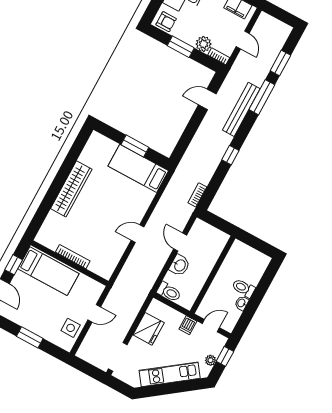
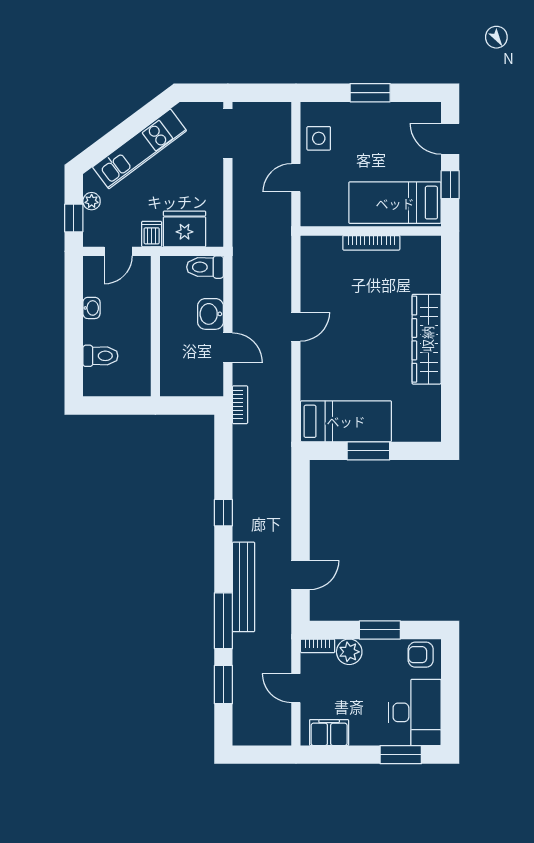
bookcase: (197, 195) -> (240, 405), moved
toilet: (244, 288) -> (100, 356), moved
fridge: (149, 329) -> (185, 229), moved, turned 90

